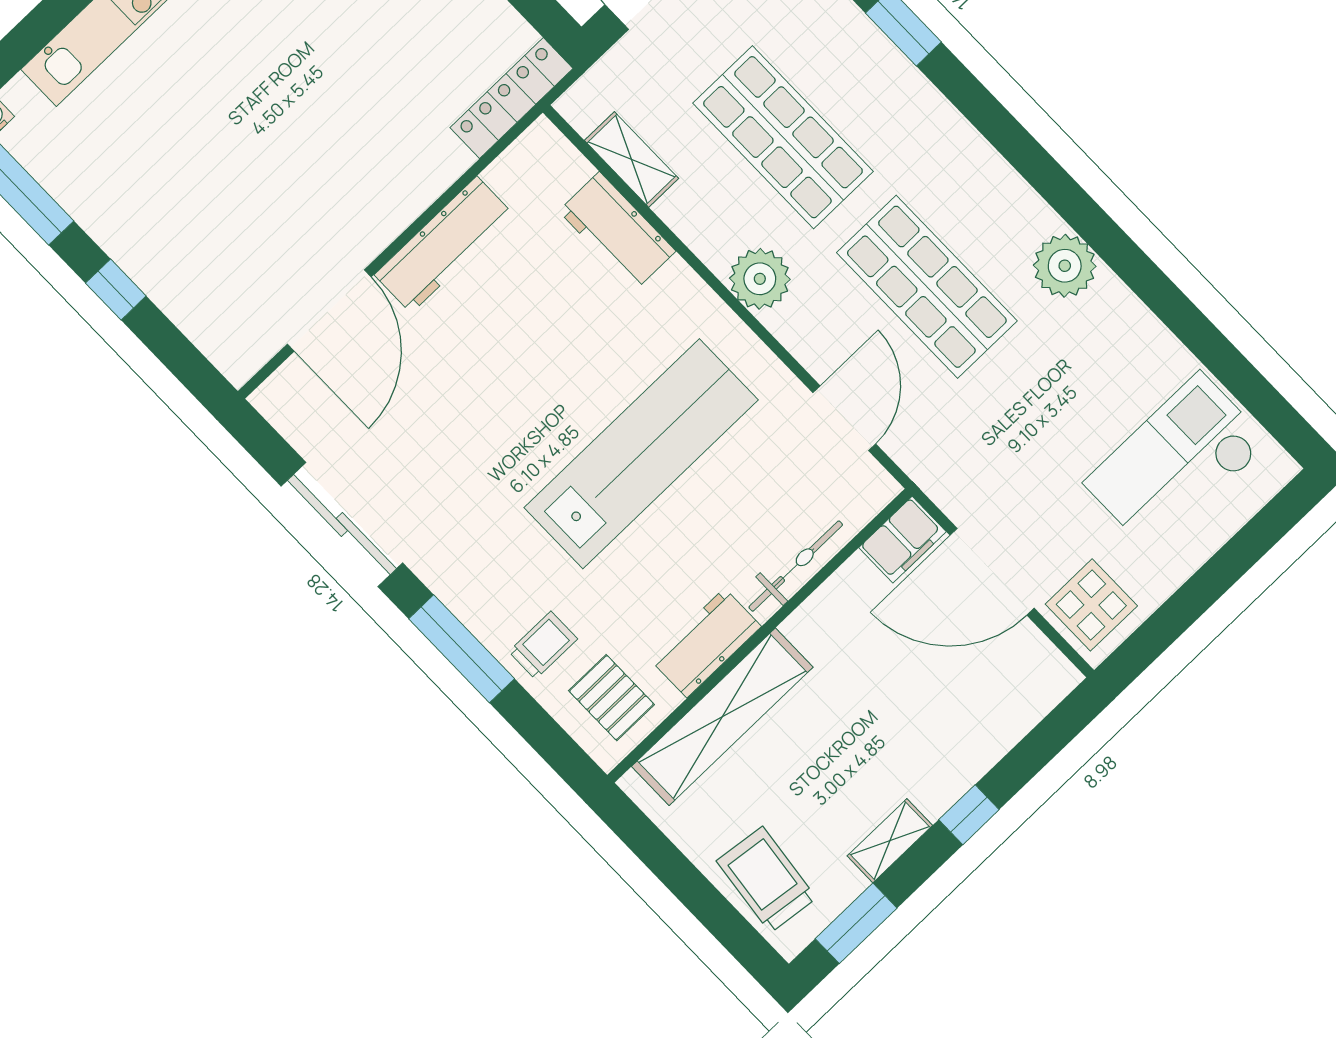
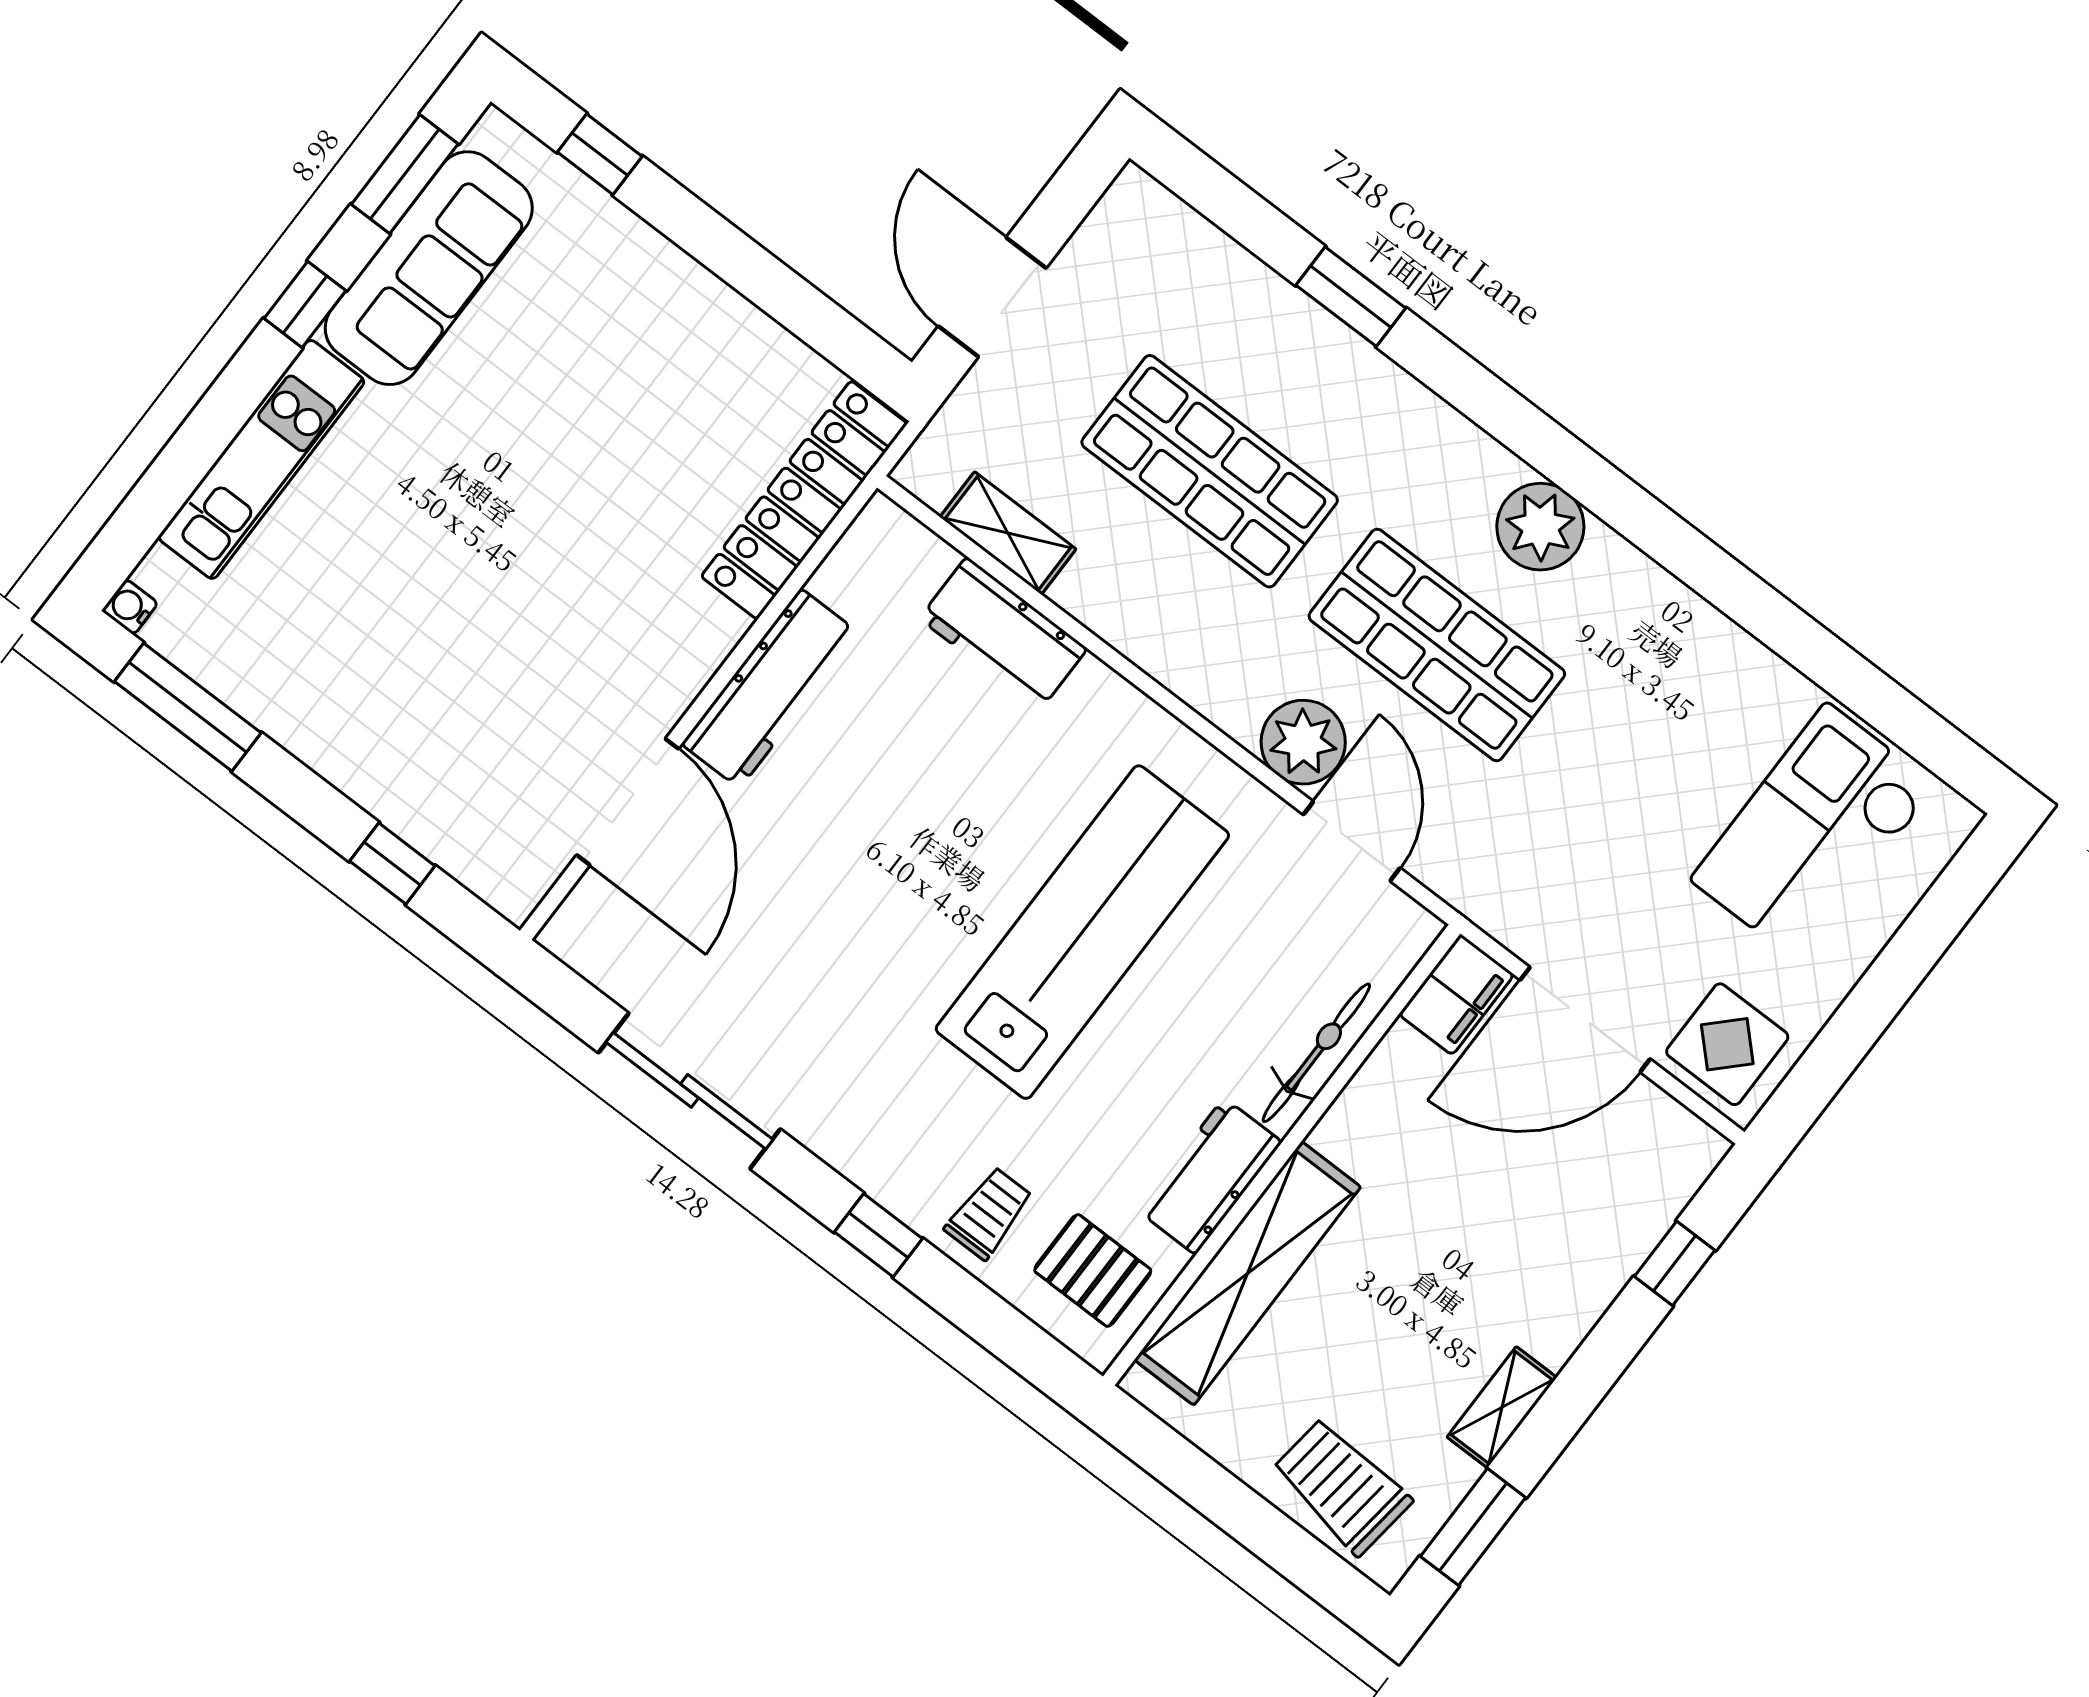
locker: (512, 98) -> (804, 500), width x1.41, depth x1.21
plant: (1065, 266) -> (1540, 527), moved
plant: (760, 279) -> (1303, 742), moved
window: (116, 290) -> (392, 864), moved
window: (462, 649) -> (878, 1235), width x0.46
window: (969, 815) -> (1675, 1263), moved

